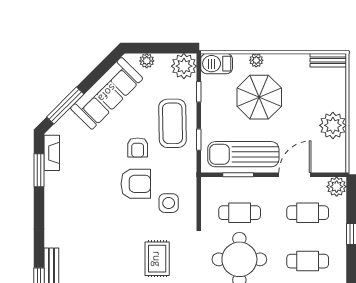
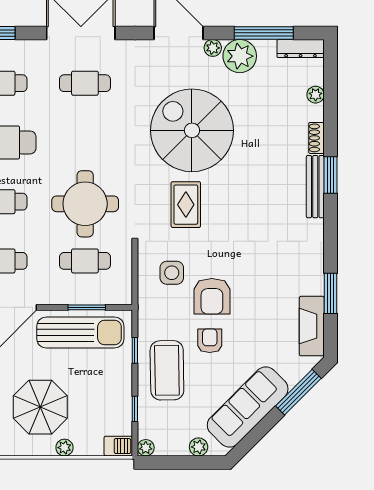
barbecue: (217, 64) -> (118, 446), width x0.73, depth x0.79
plant: (184, 66) -> (146, 448), width x0.53, depth x0.53
parasol: (259, 97) -> (40, 407), moved
fireplace: (52, 153) -> (312, 326), width x1.37, depth x1.32
window: (39, 170) -> (330, 293), moved
armchair: (136, 184) -> (212, 296), turned -90

